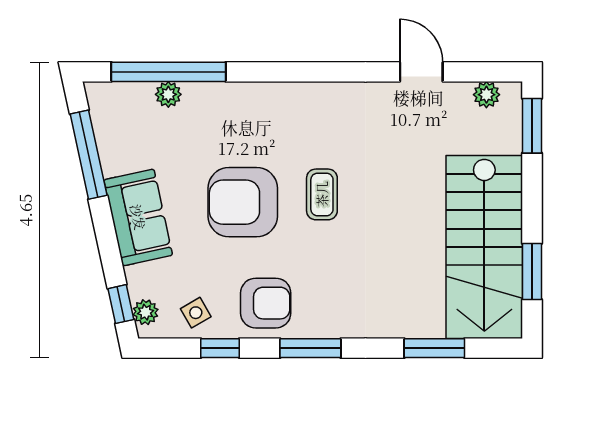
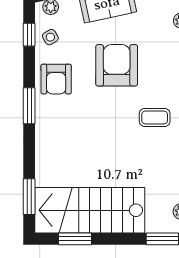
coffee table: (322, 194) -> (155, 117), moved
window: (220, 348) -> (29, 35), moved
window: (434, 348) -> (29, 197), moved

